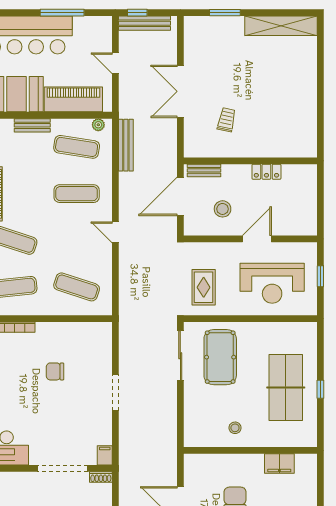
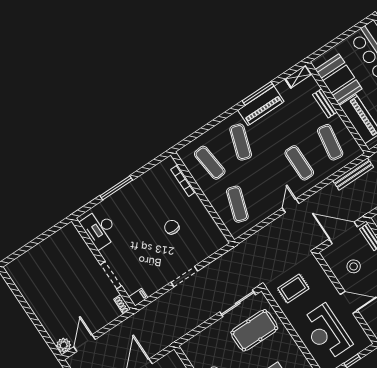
plant: (98, 125) -> (354, 147), removed
doorway: (63, 468) -> (111, 275), width x0.73

